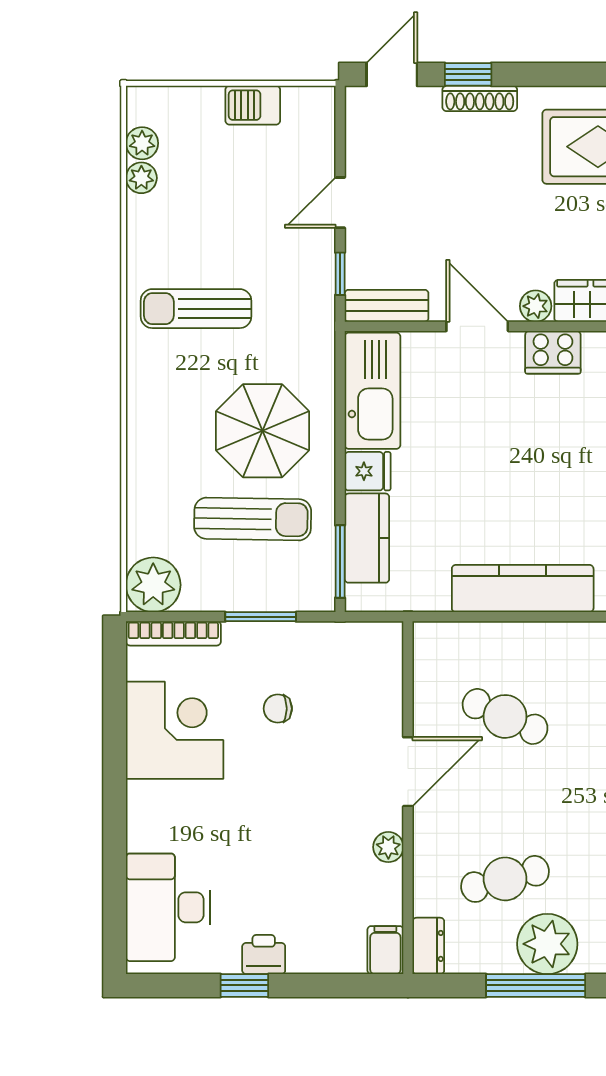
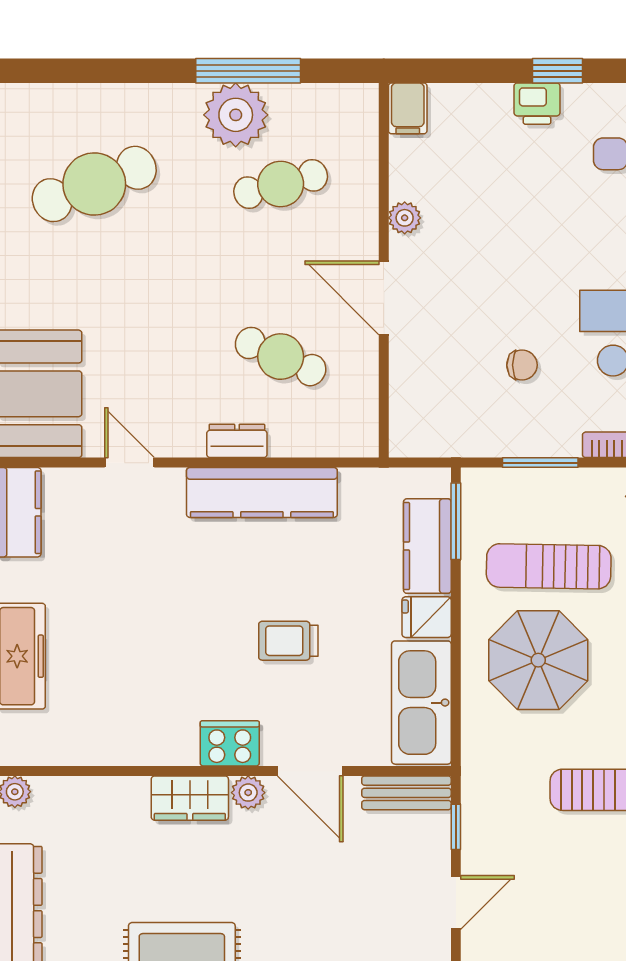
trolley: (498, 449) -> (288, 641), added
door: (408, 772) -> (384, 298), hinge flipped
dresser: (428, 946) -> (237, 441), moved, turned 90

